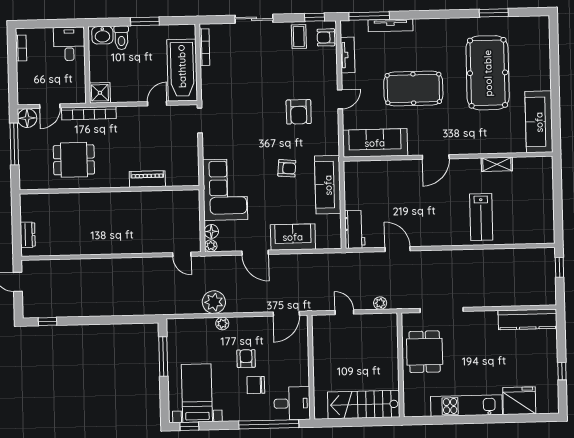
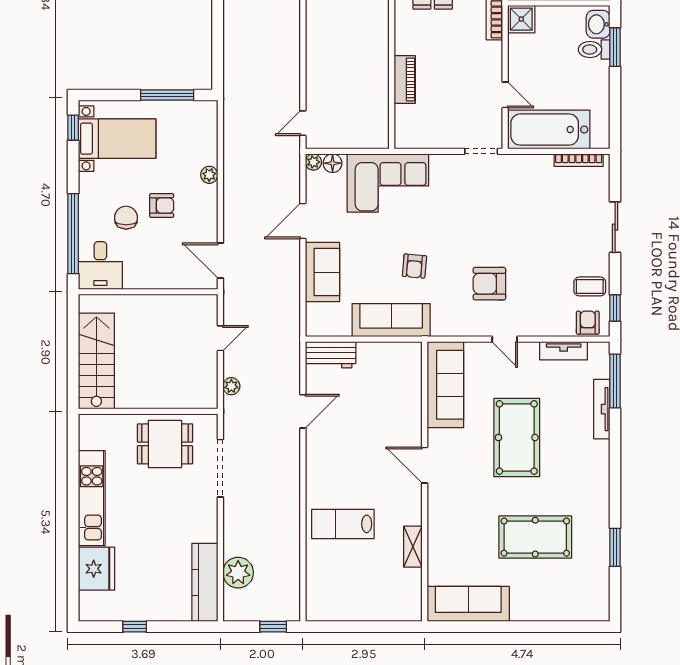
window: (145, 21) -> (615, 47), moved
pool table: (488, 73) -> (535, 537), width x0.73, depth x0.76
plant: (214, 302) -> (238, 573), moved

